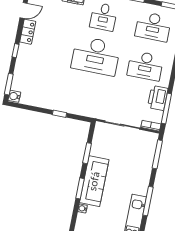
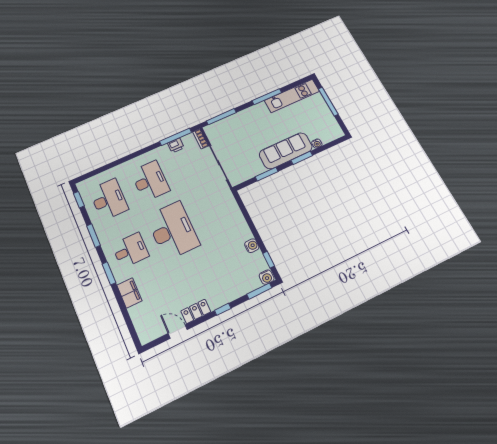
printer: (158, 98) -> (176, 145), width x0.53, depth x0.68
water cooler: (43, 103) -> (252, 246), added
window: (59, 114) -> (269, 260), moved

